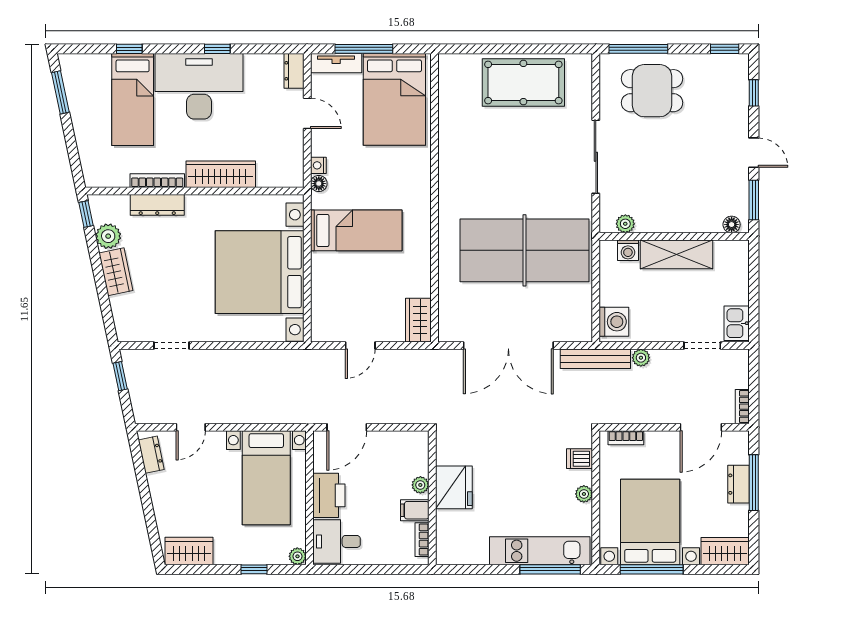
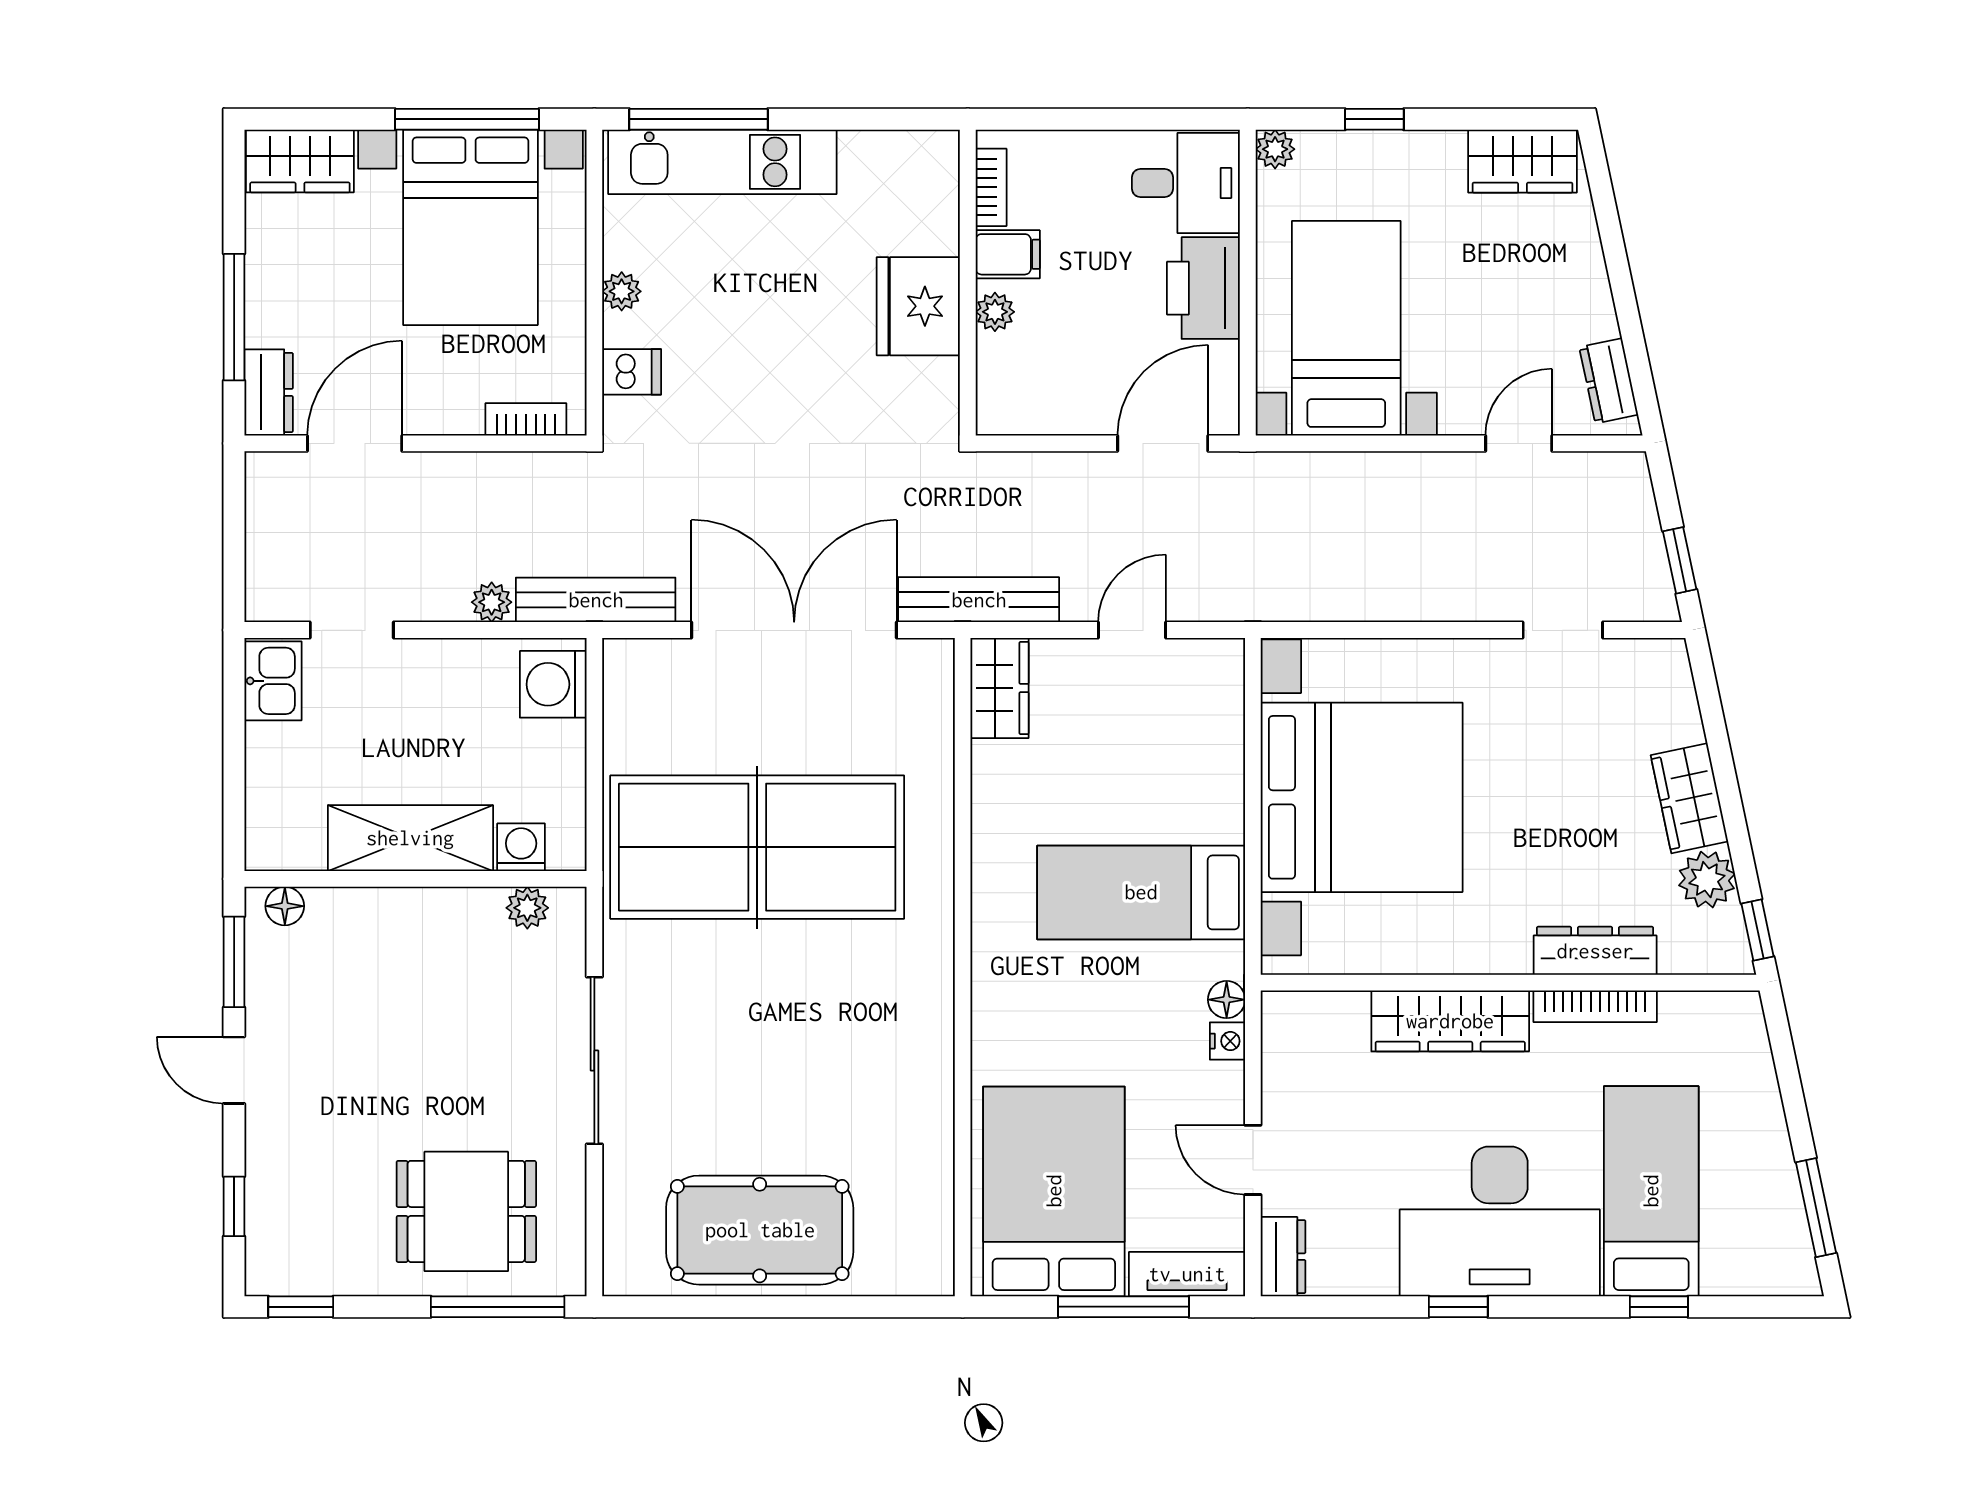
bench: (427, 359) -> (979, 600), added
bookcase: (742, 407) -> (260, 491), removed
dresser: (739, 484) -> (269, 392), moved

